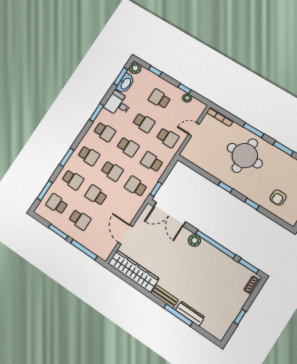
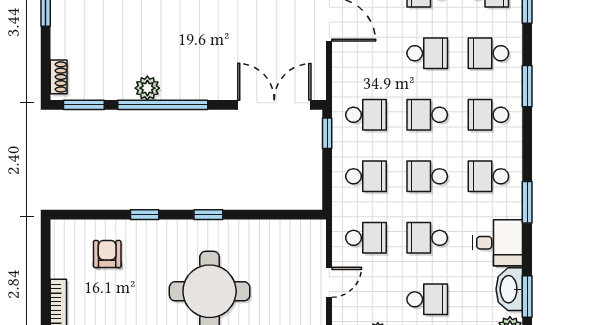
school desk: (168, 138) -> (366, 238), turned 180
plant: (195, 240) -> (147, 88), moved

